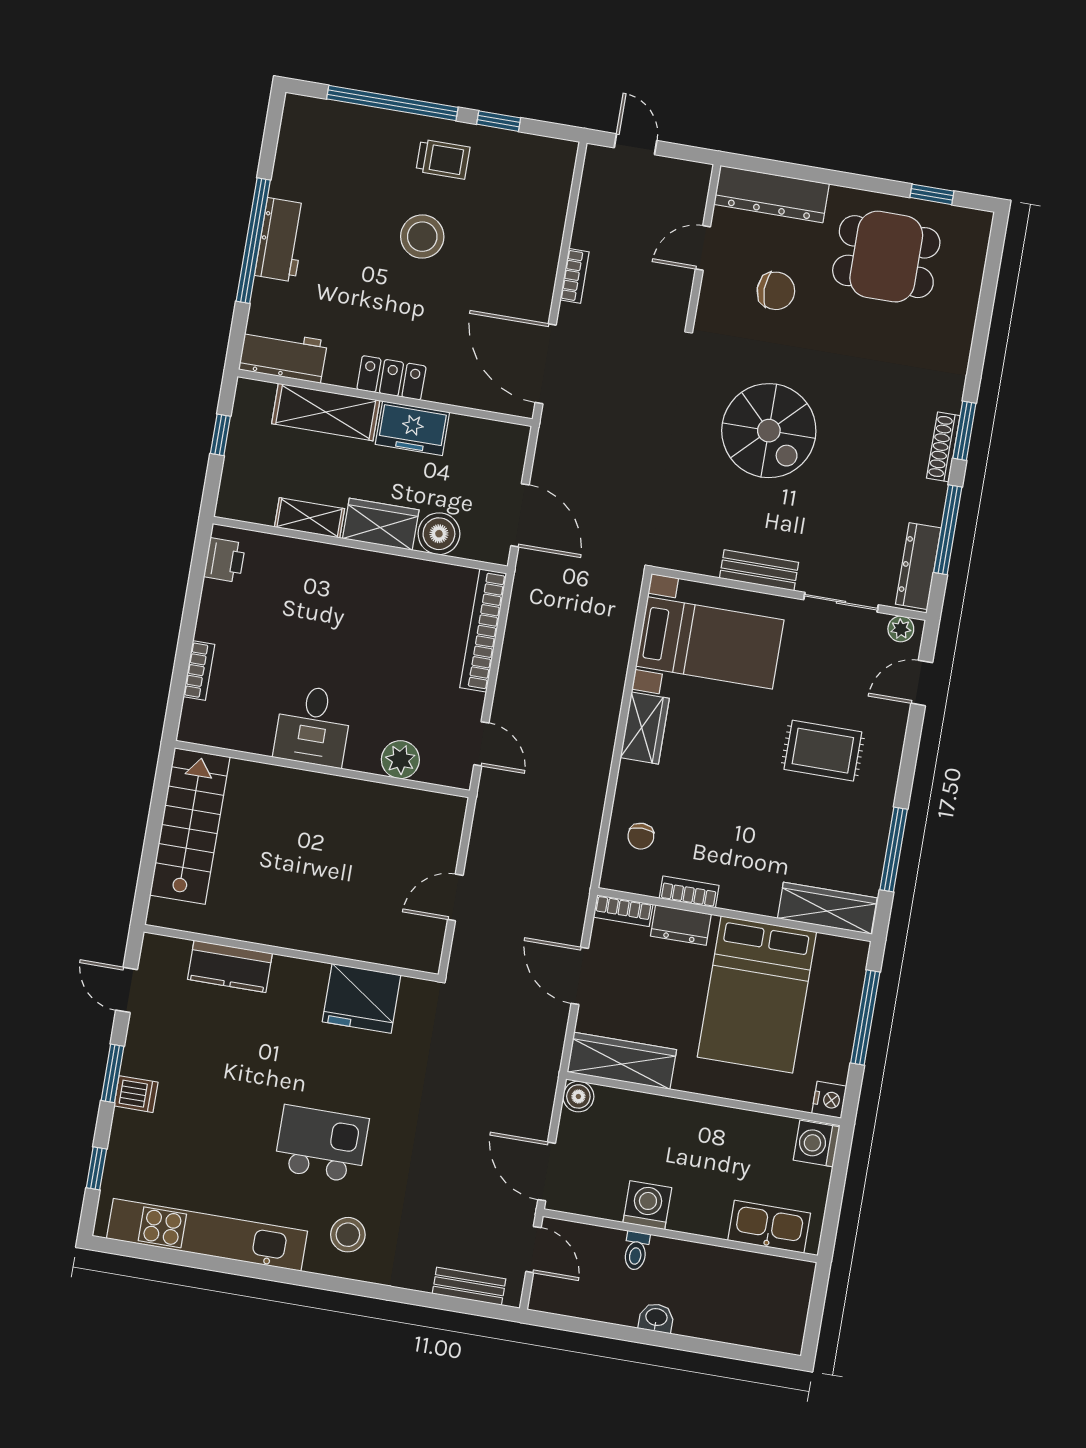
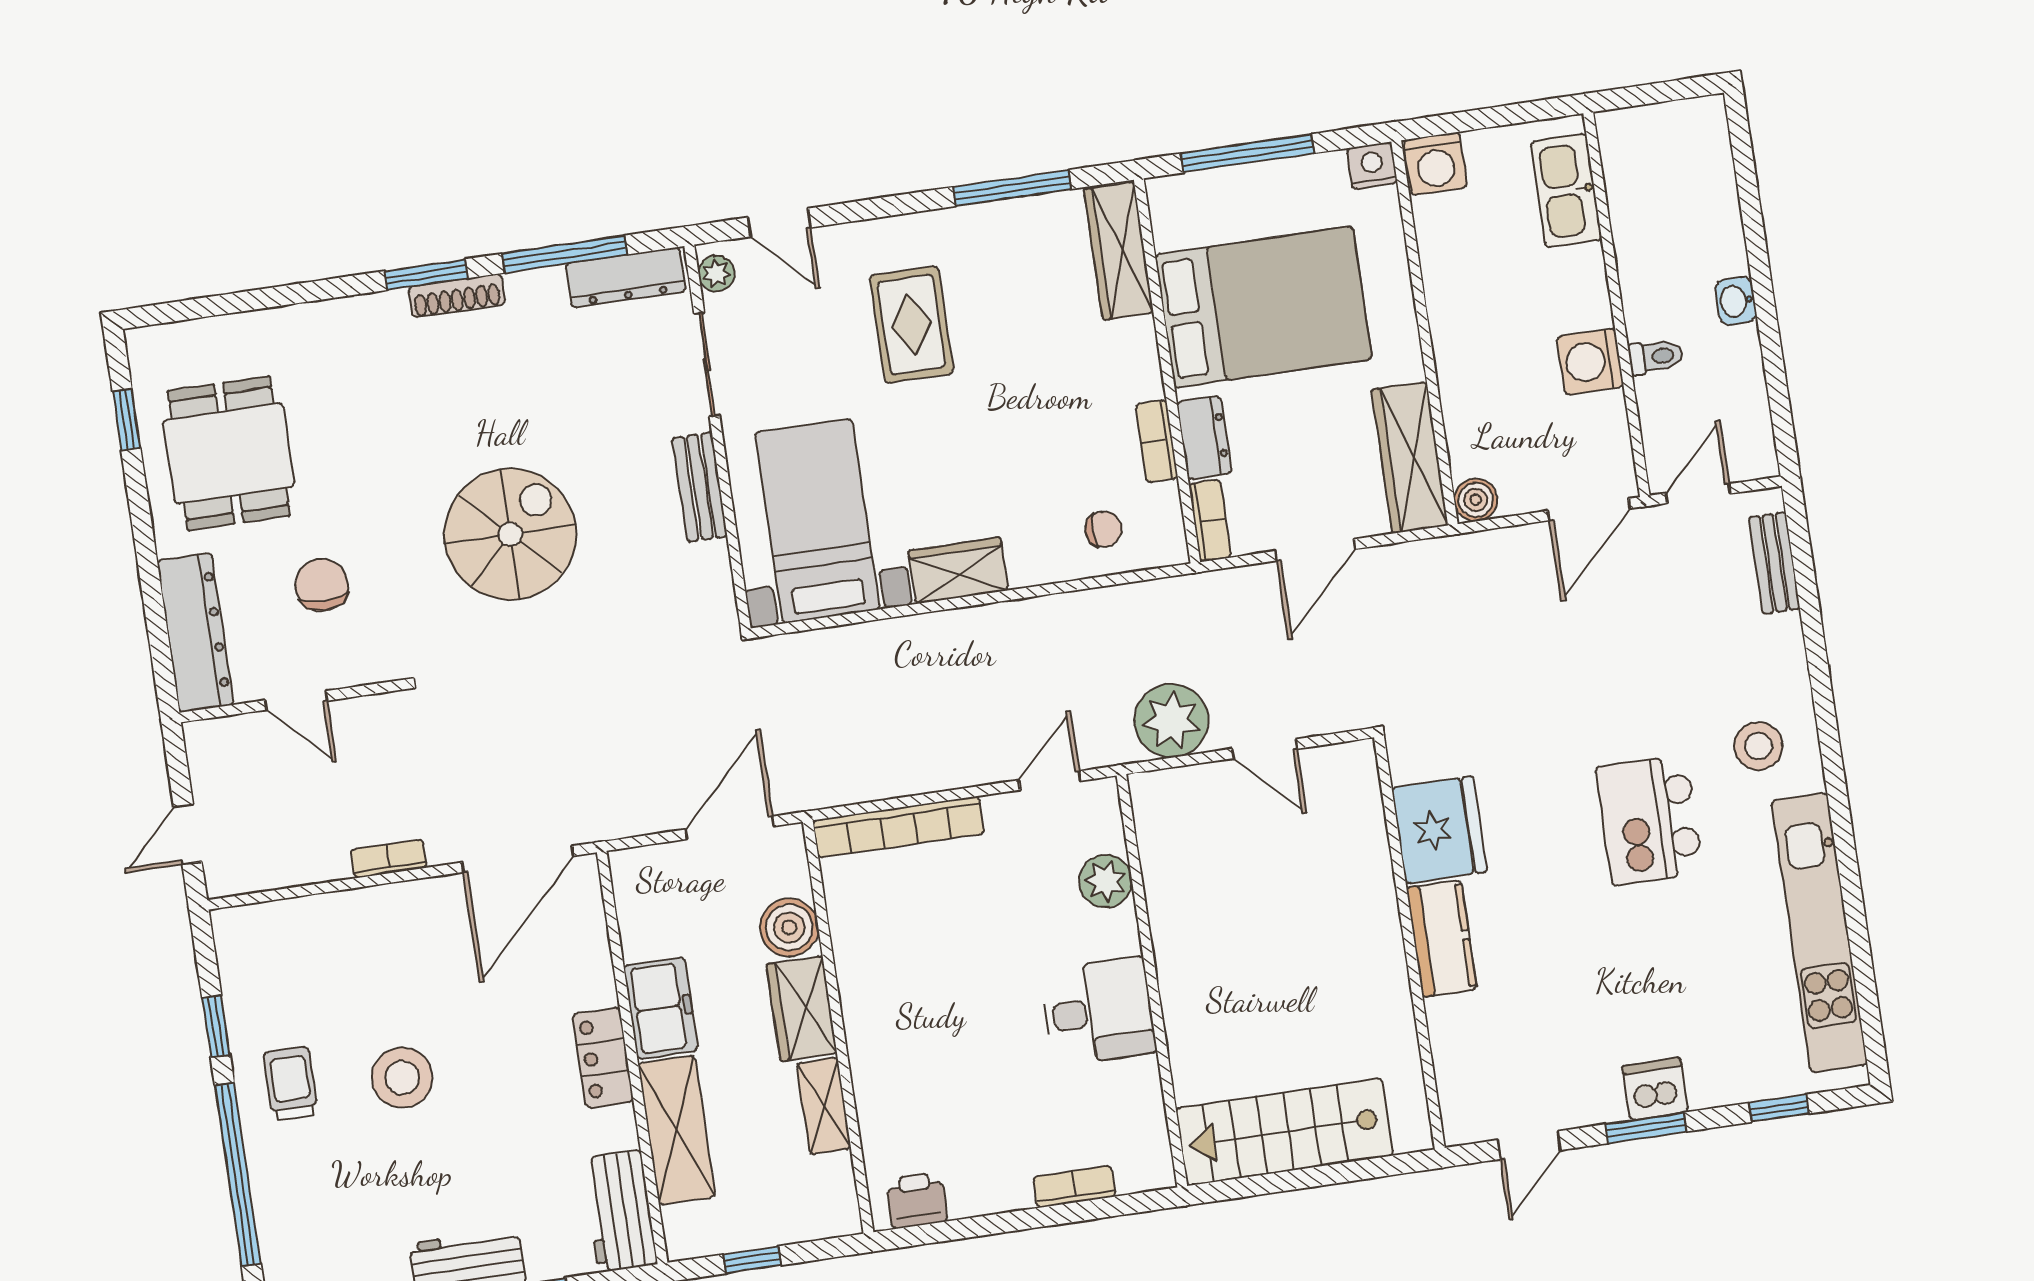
plant: (495, 840) -> (1171, 721), added
kitchen counter: (230, 966) -> (1442, 939), moved
dishwasher: (136, 1094) -> (1655, 1089), width x1.38

